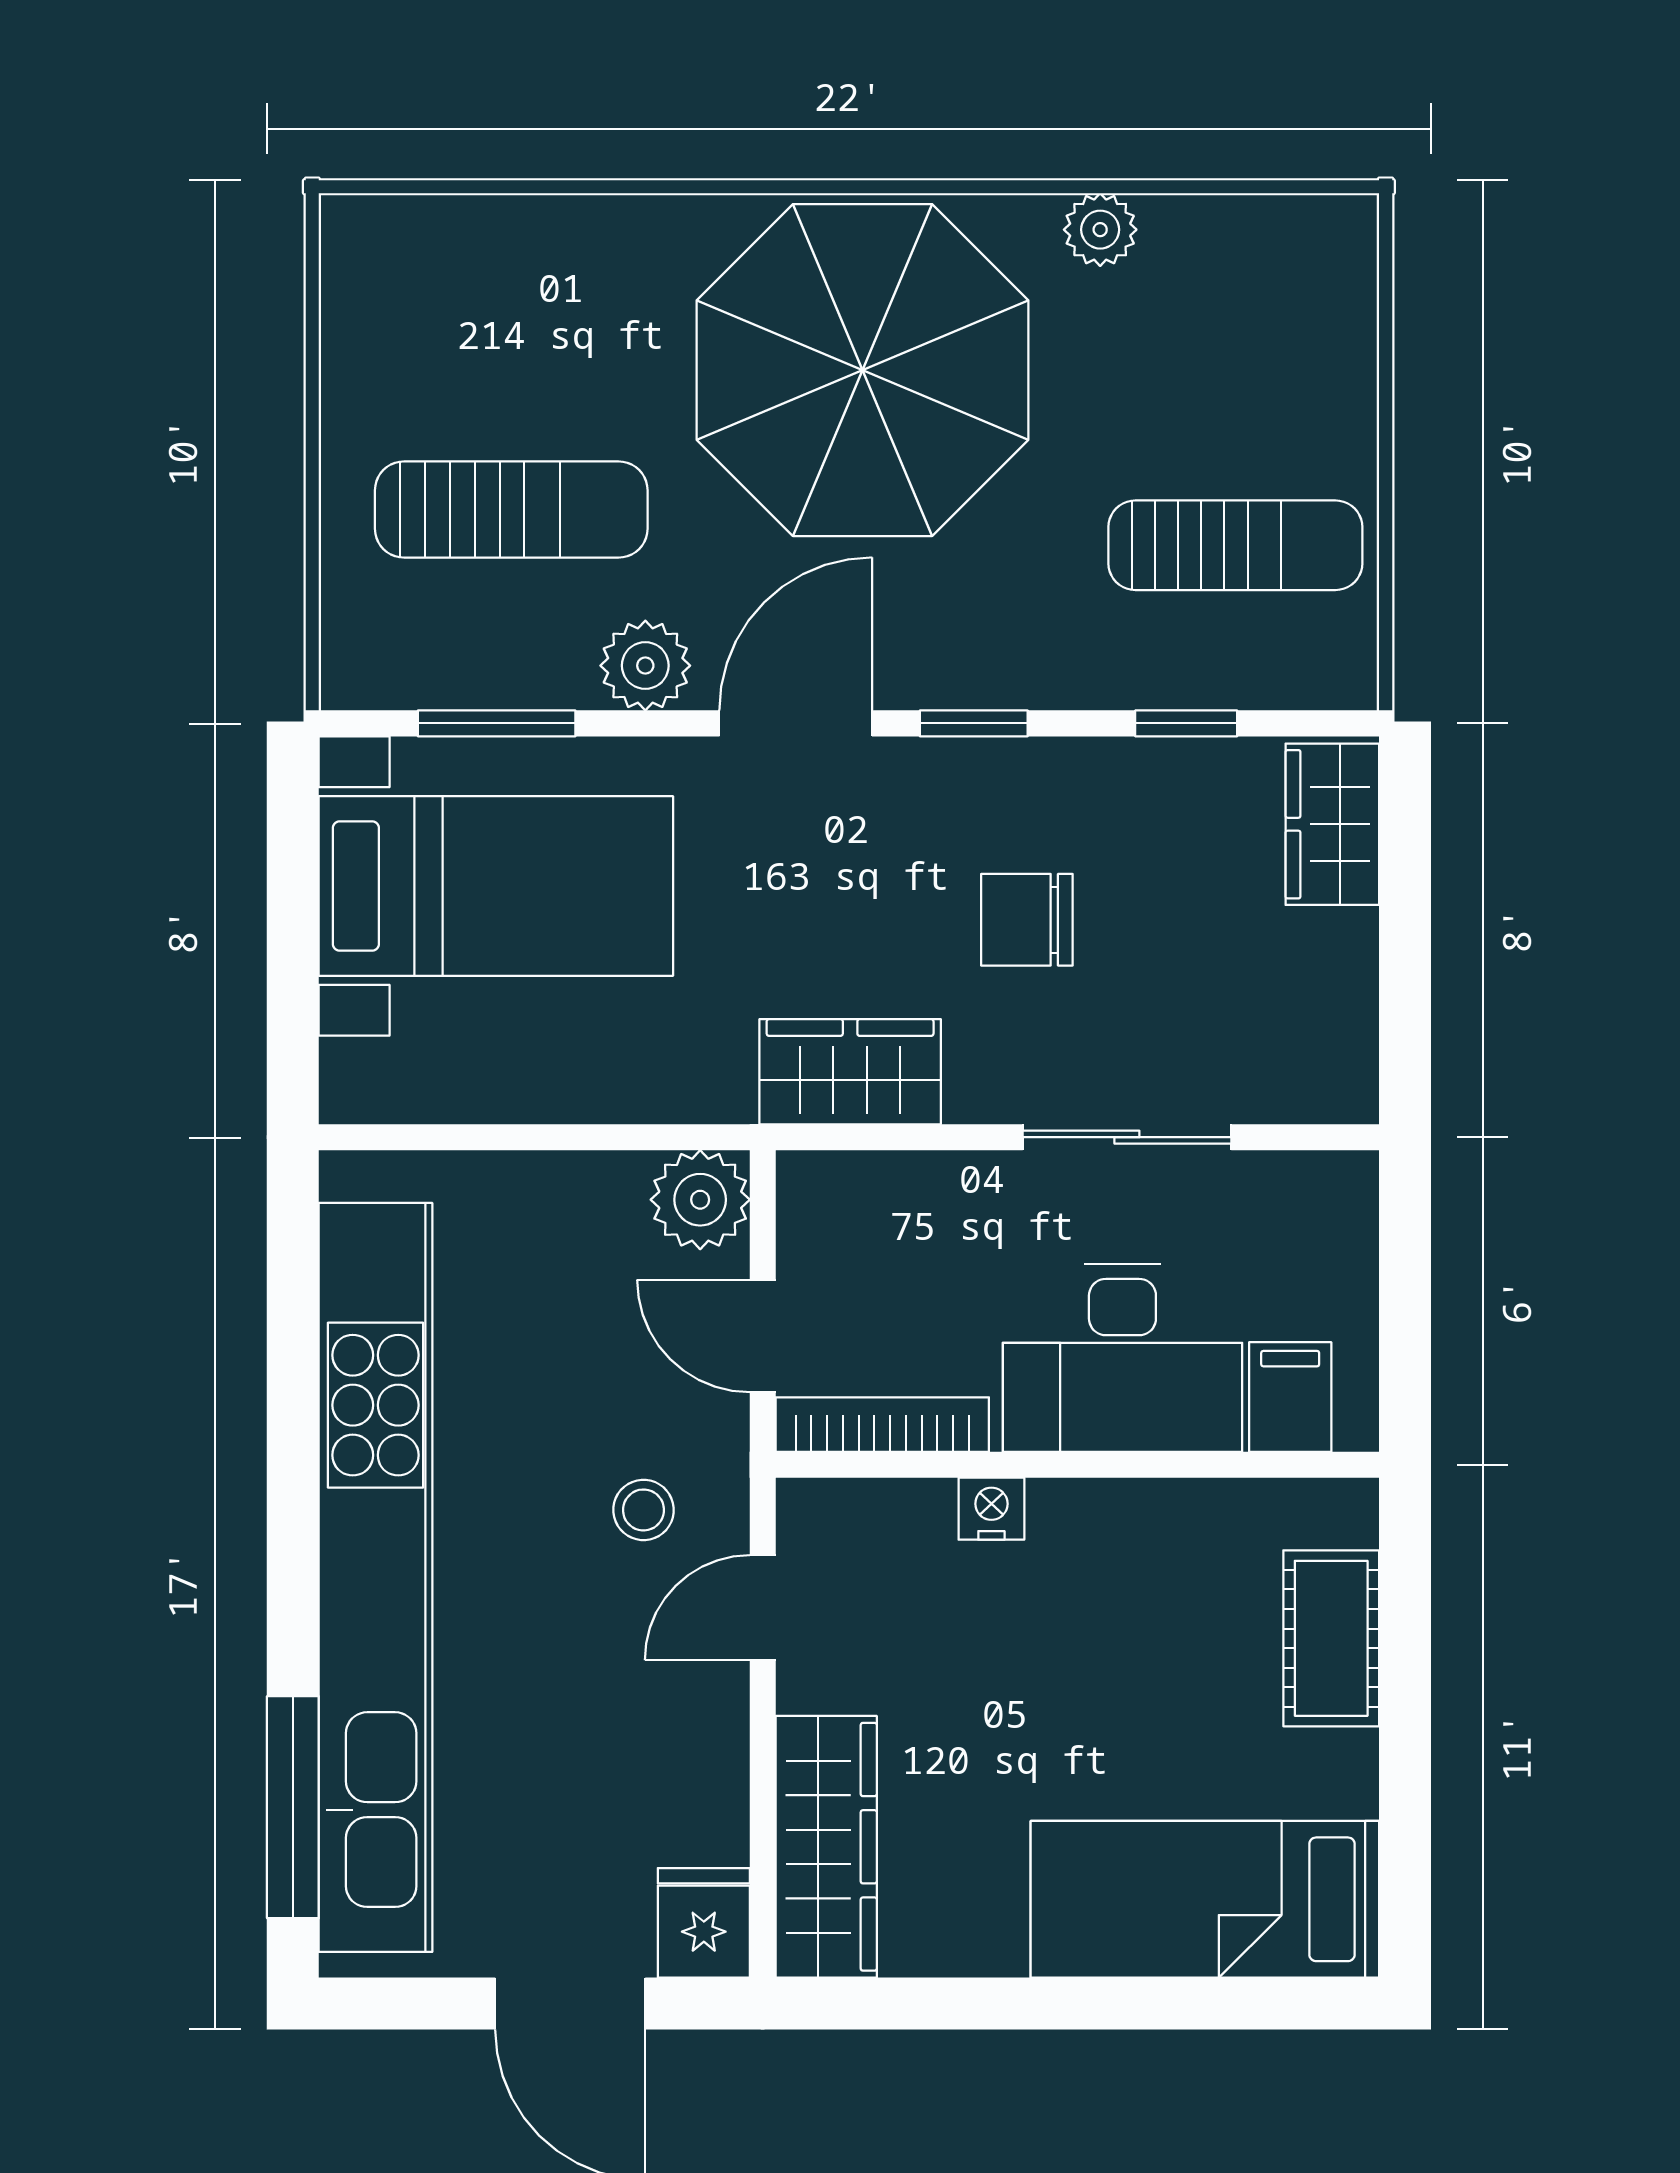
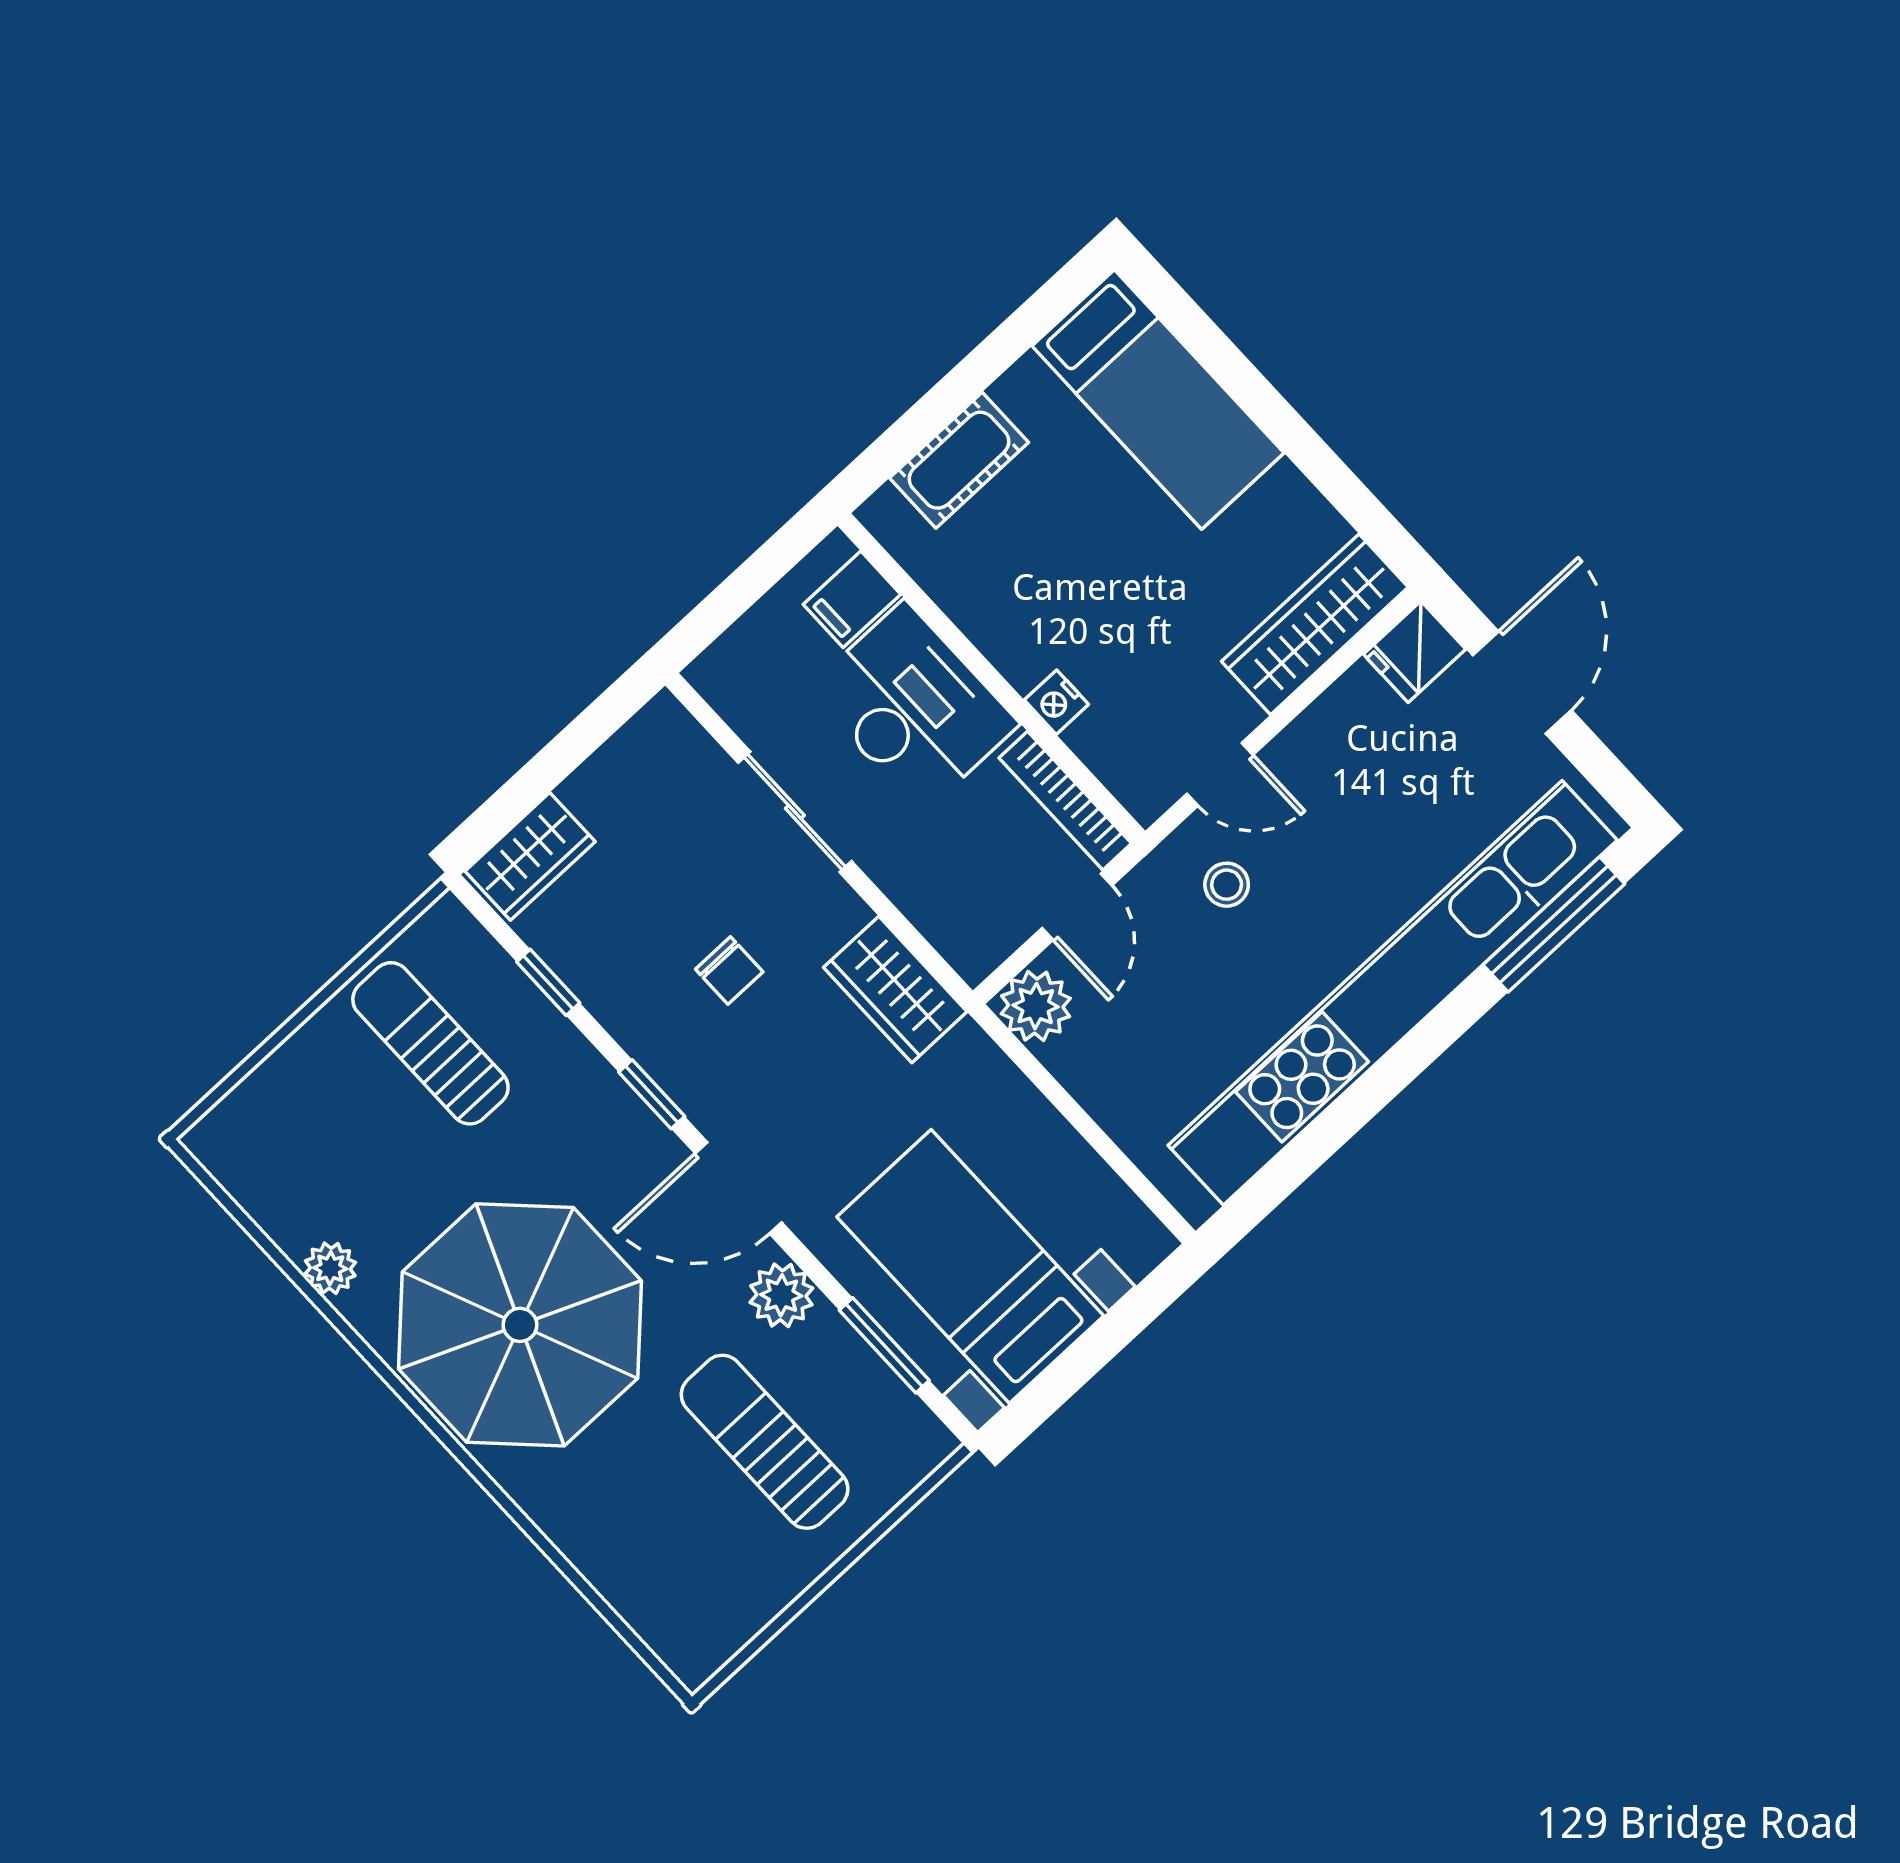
chair: (1027, 920) -> (729, 971), width x0.73, depth x0.73

